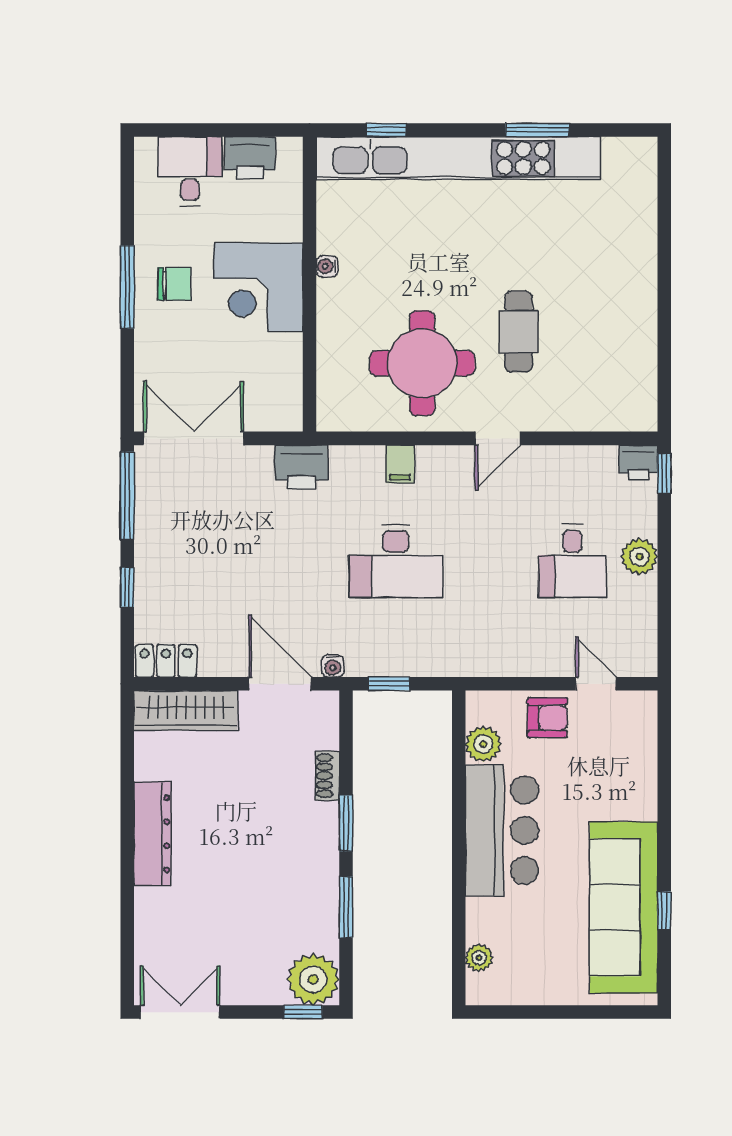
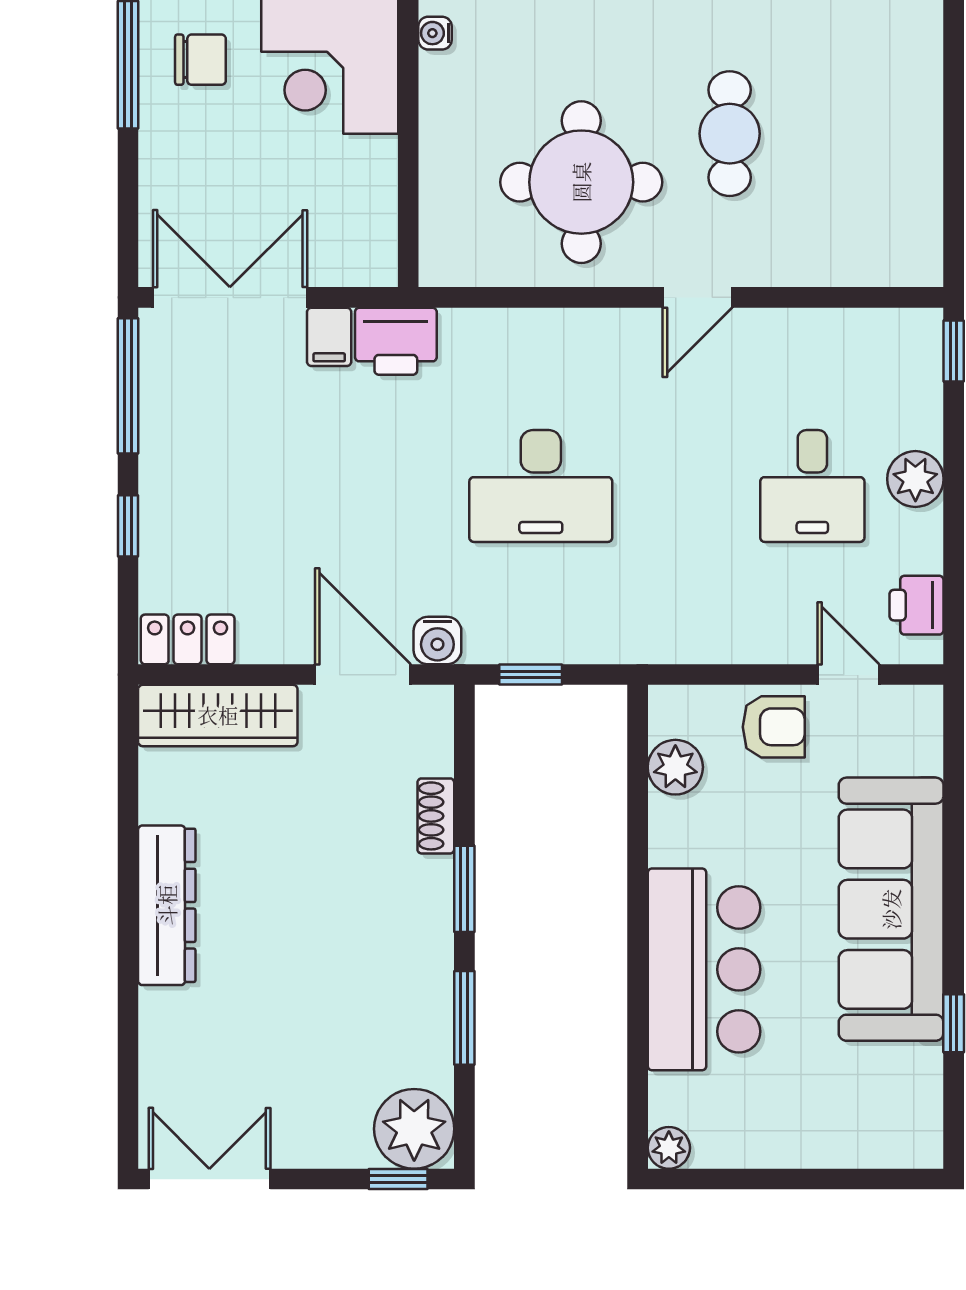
printer: (638, 463) -> (916, 605), moved, turned 90
filing cabinet: (400, 464) -> (329, 337), moved
water cooler: (333, 666) -> (437, 641), width x1.38, depth x1.38
bar counter: (502, 830) -> (704, 969), moved
sofa: (624, 907) -> (891, 909), moved
plant: (479, 958) -> (669, 1148), moved

